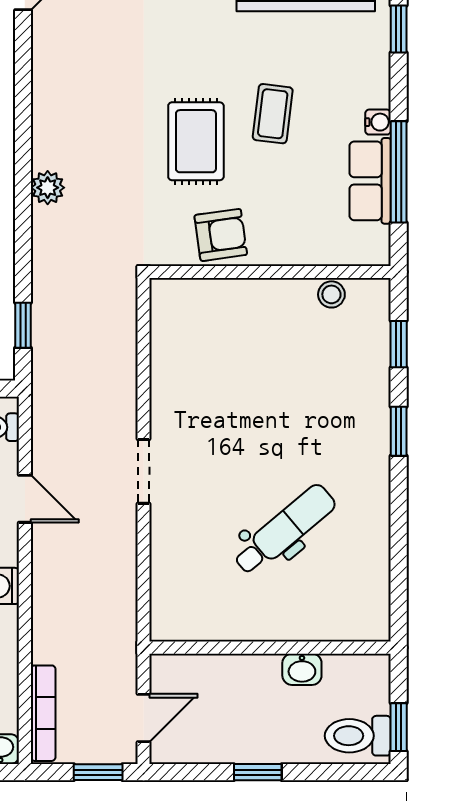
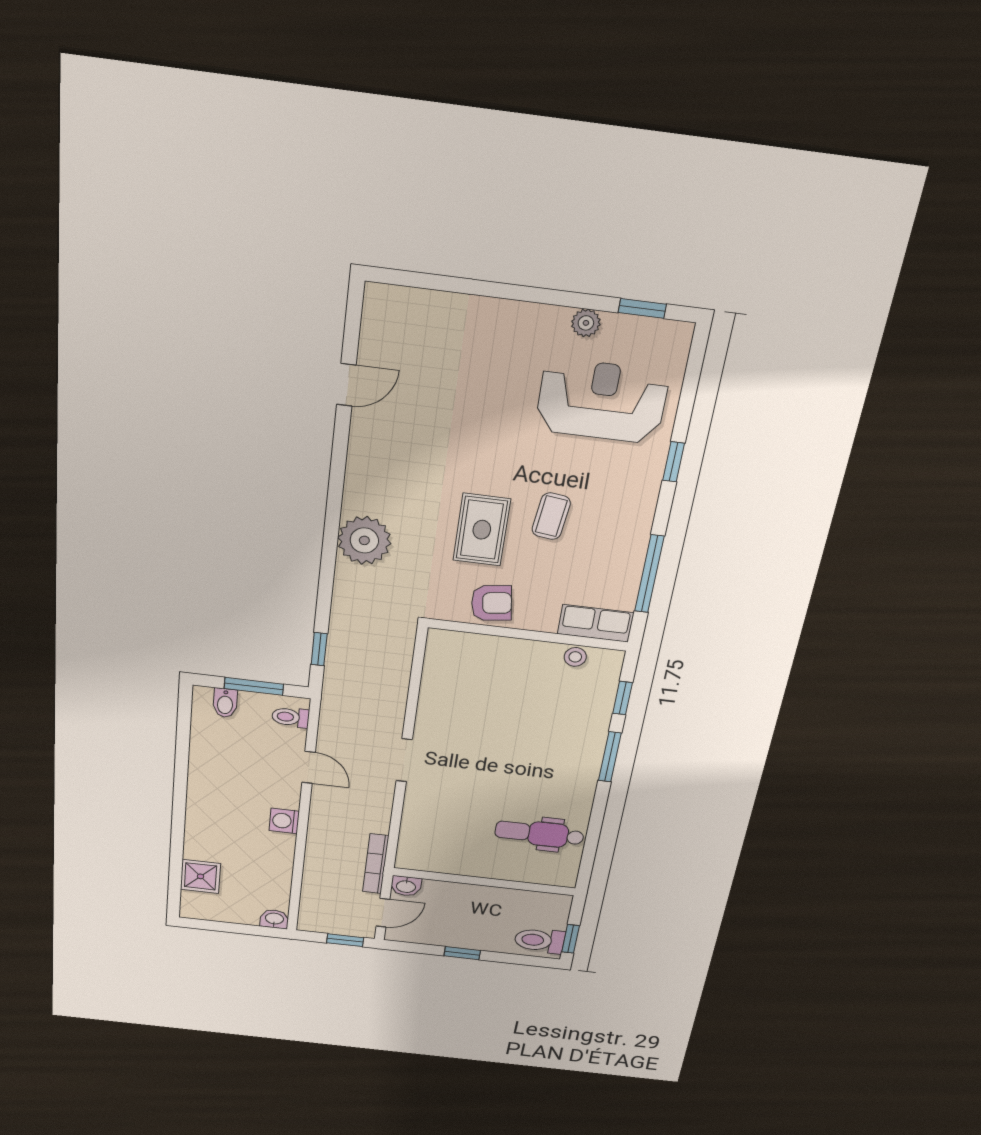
water cooler: (378, 122) -> (640, 534), removed
row of seats: (370, 181) -> (596, 623), moved, turned 90
plant: (48, 188) -> (364, 540), width x1.87, depth x1.87
window: (399, 431) -> (610, 757), width x1.50
dental chair: (284, 530) -> (539, 834), moved, turned -140
washbasin: (302, 669) -> (406, 886), moved
bookcase: (43, 713) -> (376, 864), moved, turned 180

